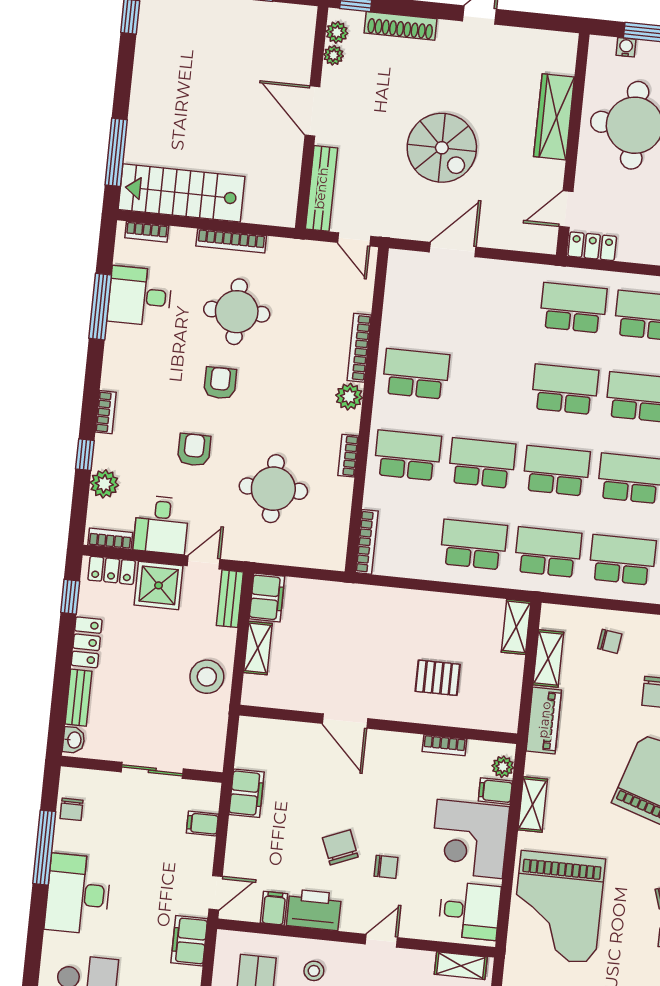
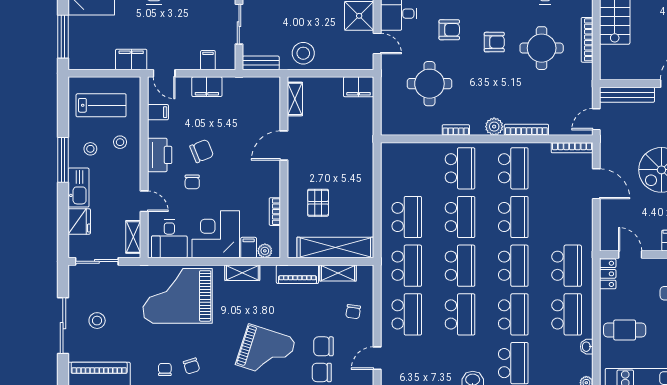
school desk: (490, 382) -> (513, 217), added
bookcase: (367, 542) -> (572, 148), moved
bench: (230, 599) -> (261, 63), moved
shelving: (516, 627) -> (335, 247), width x2.20, depth x1.33
shelving: (258, 648) -> (295, 99), moved, turned 90
filing cabinet: (247, 793) -> (207, 87), moved
printer: (314, 910) -> (160, 155), moved
door: (381, 941) -> (144, 201), moved

